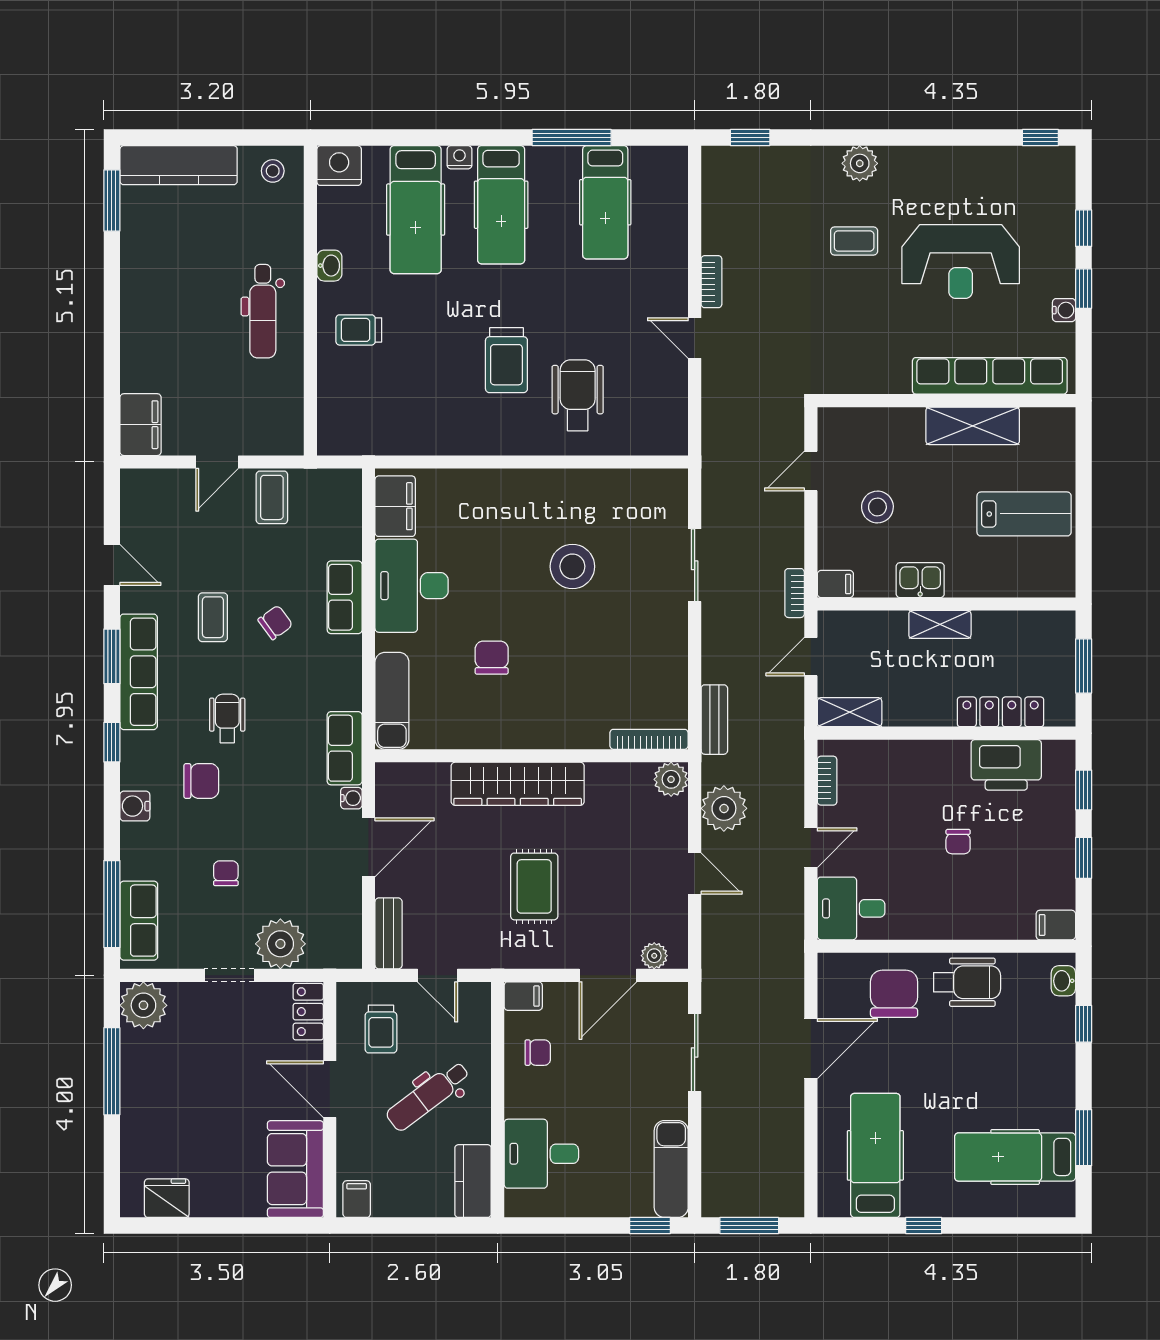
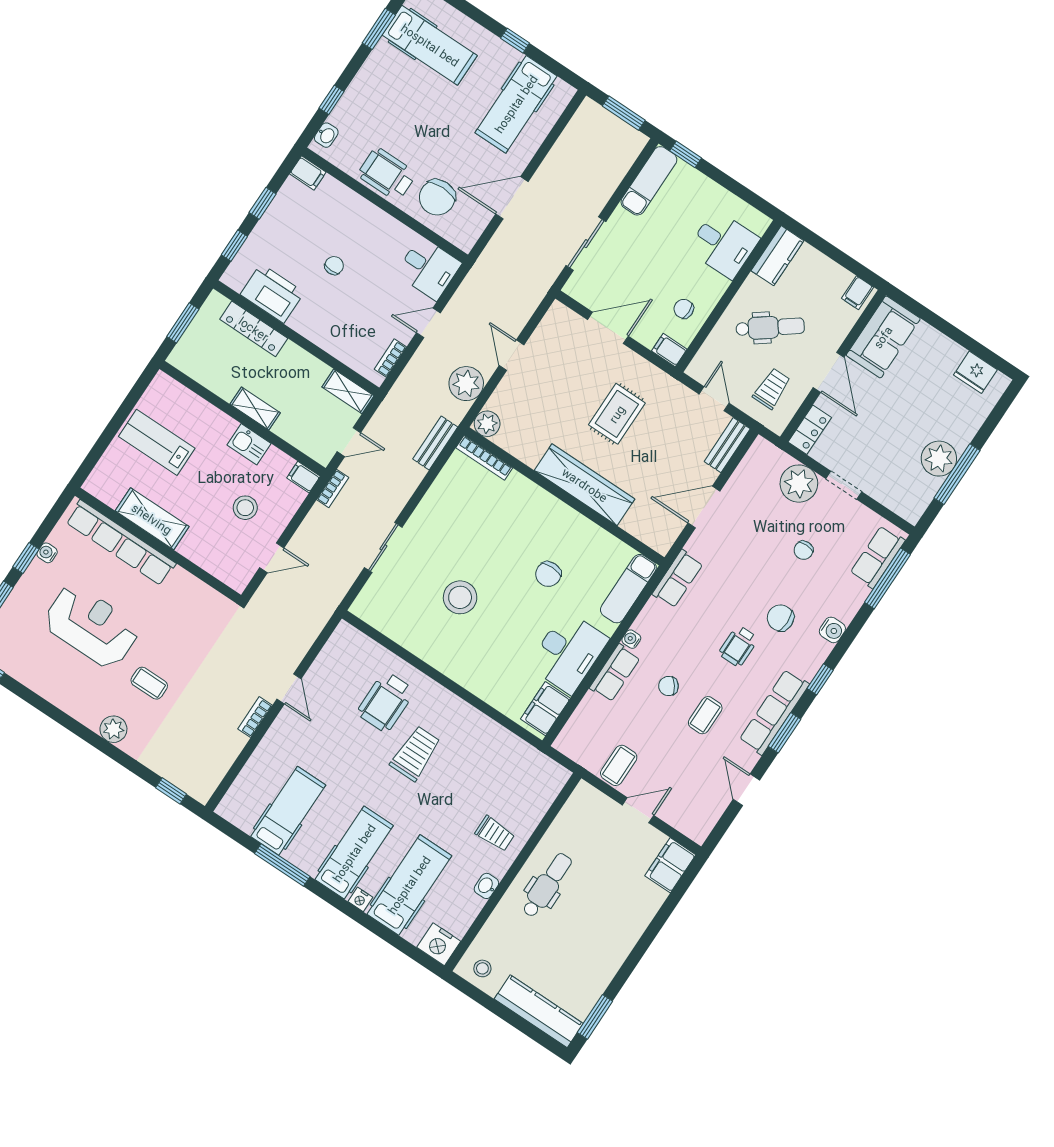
water cooler: (351, 798) -> (631, 639), moved
plant: (654, 956) -> (571, 321), removed
plant: (143, 1005) -> (939, 459), moved

